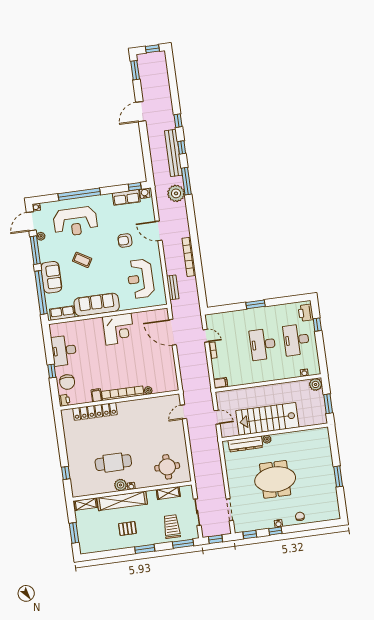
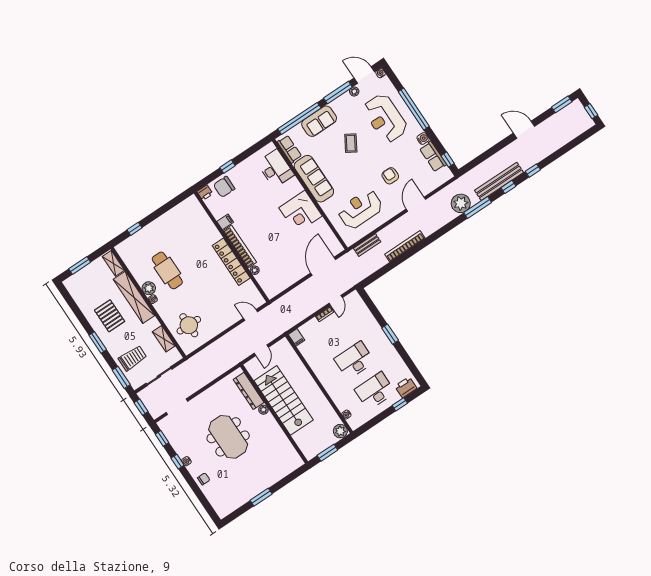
water cooler: (145, 193) -> (423, 139), moved
desk: (64, 351) -> (275, 169), moved, turned 90
locker: (95, 411) -> (231, 262), moved
pallet: (127, 528) -> (110, 316), width x1.50, depth x1.42

